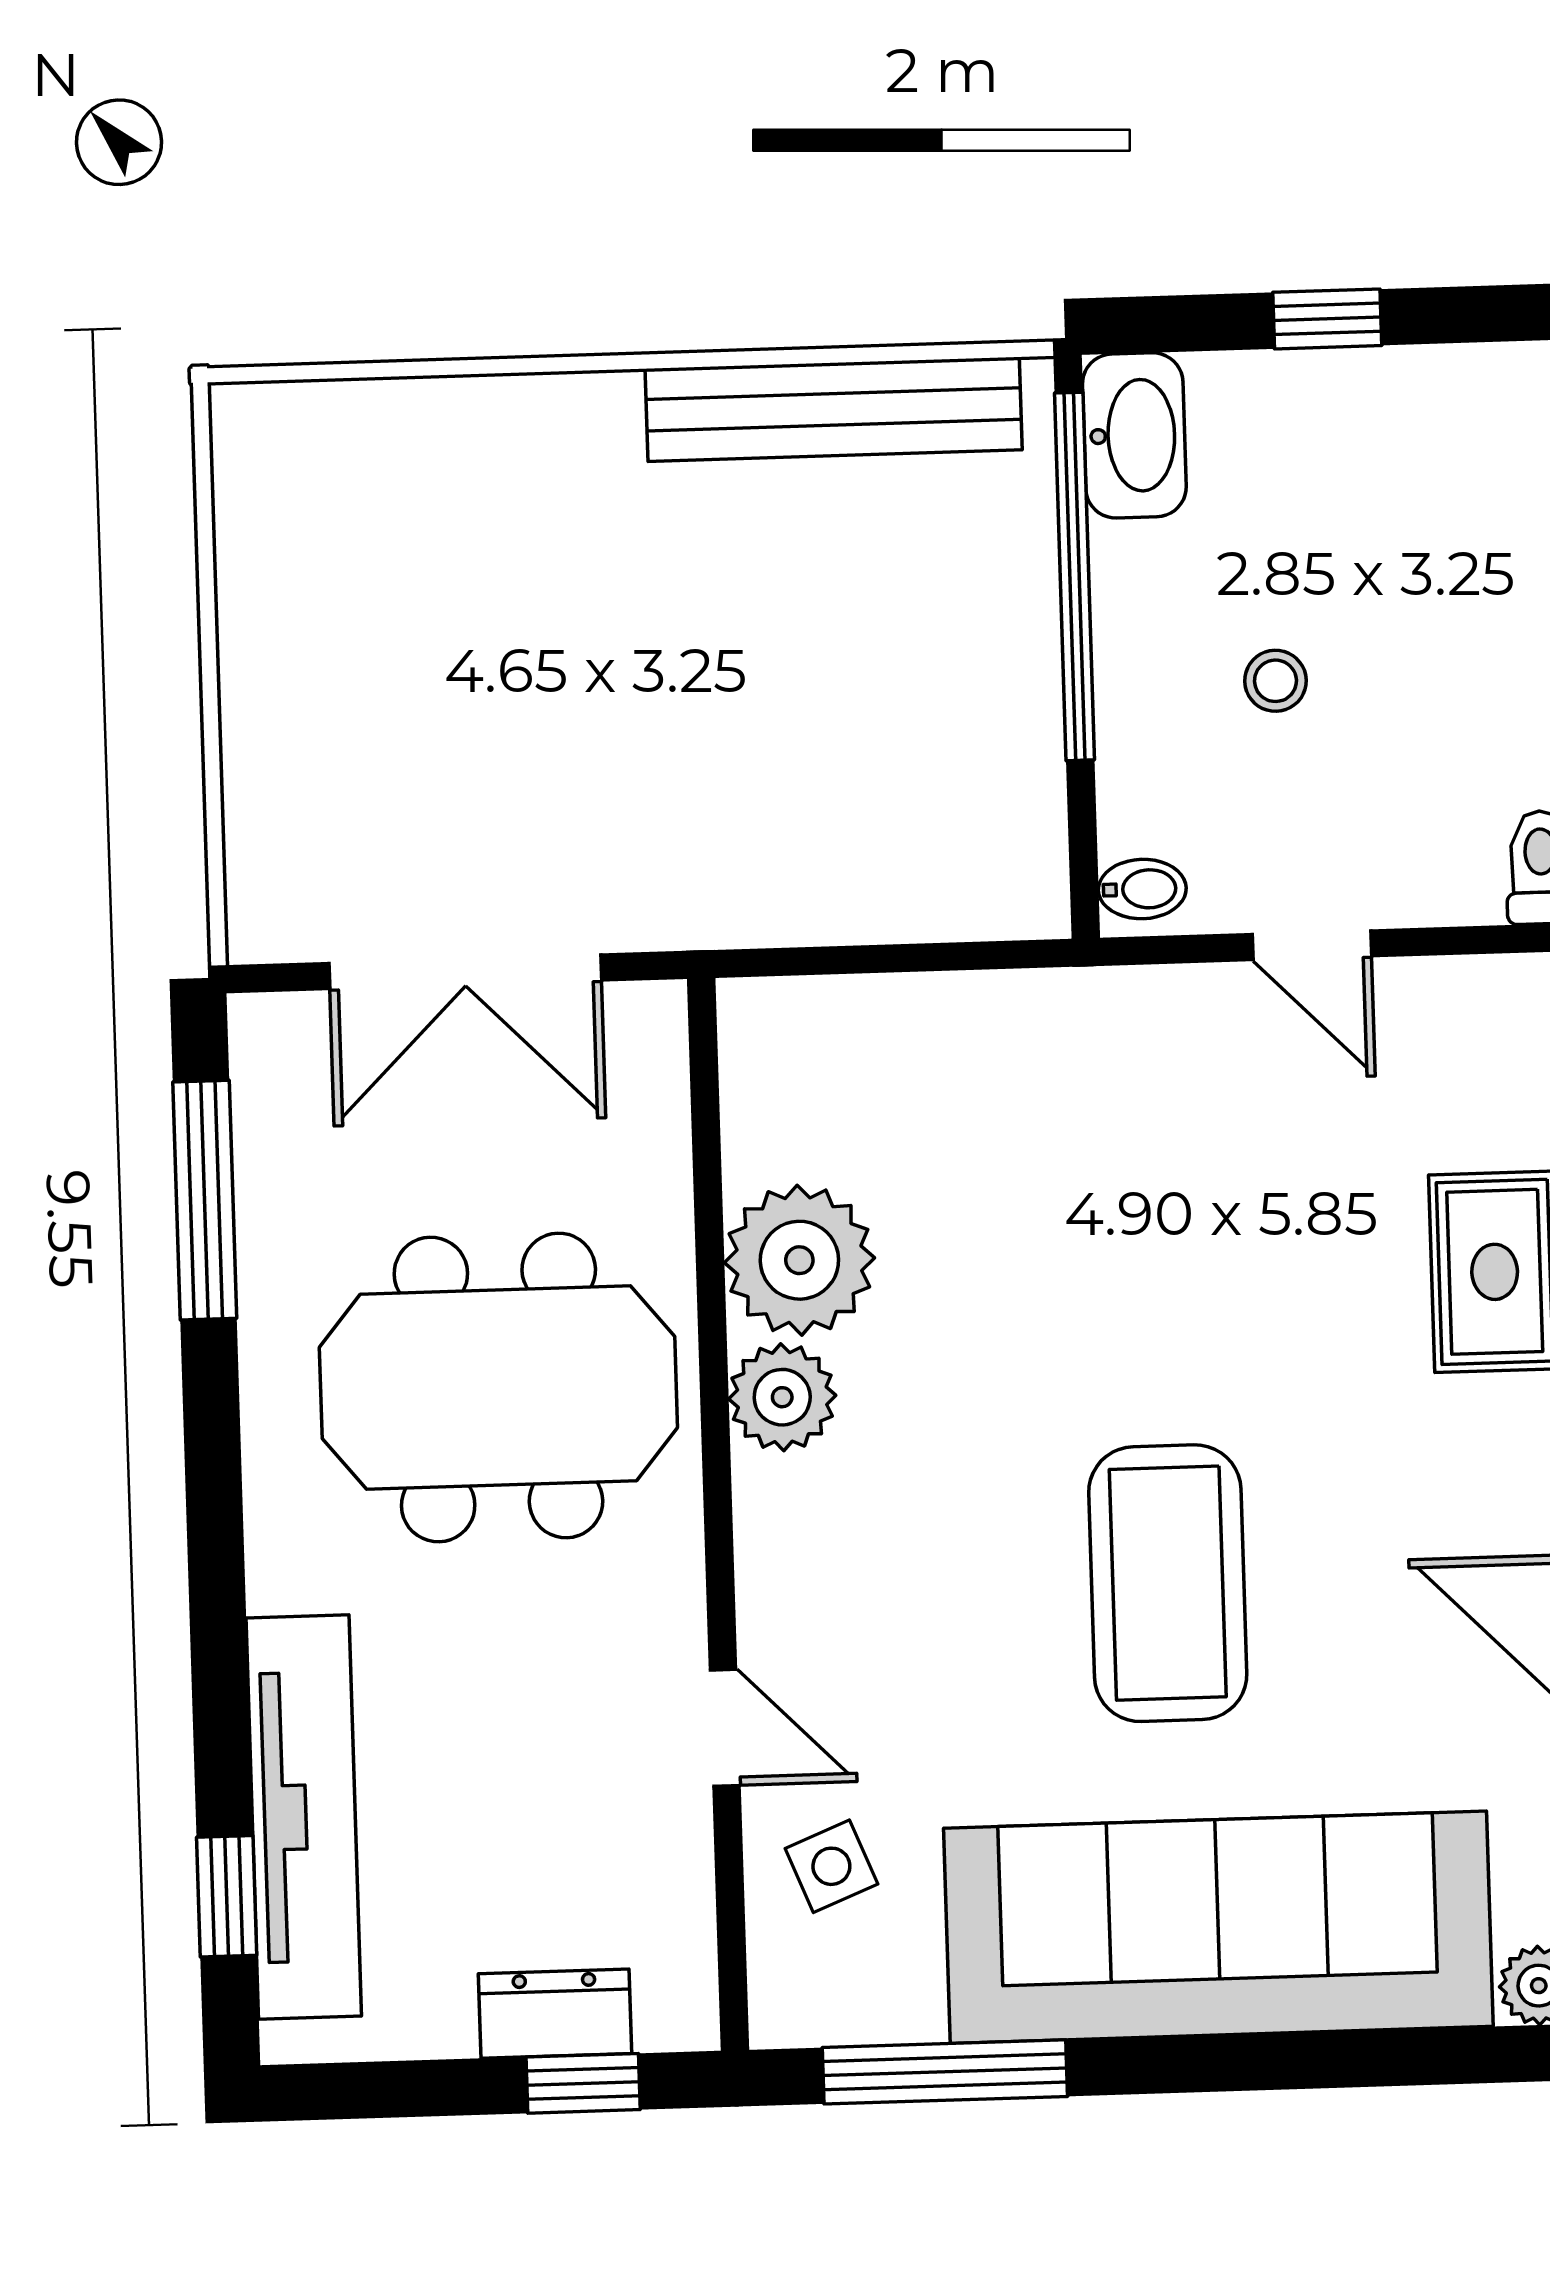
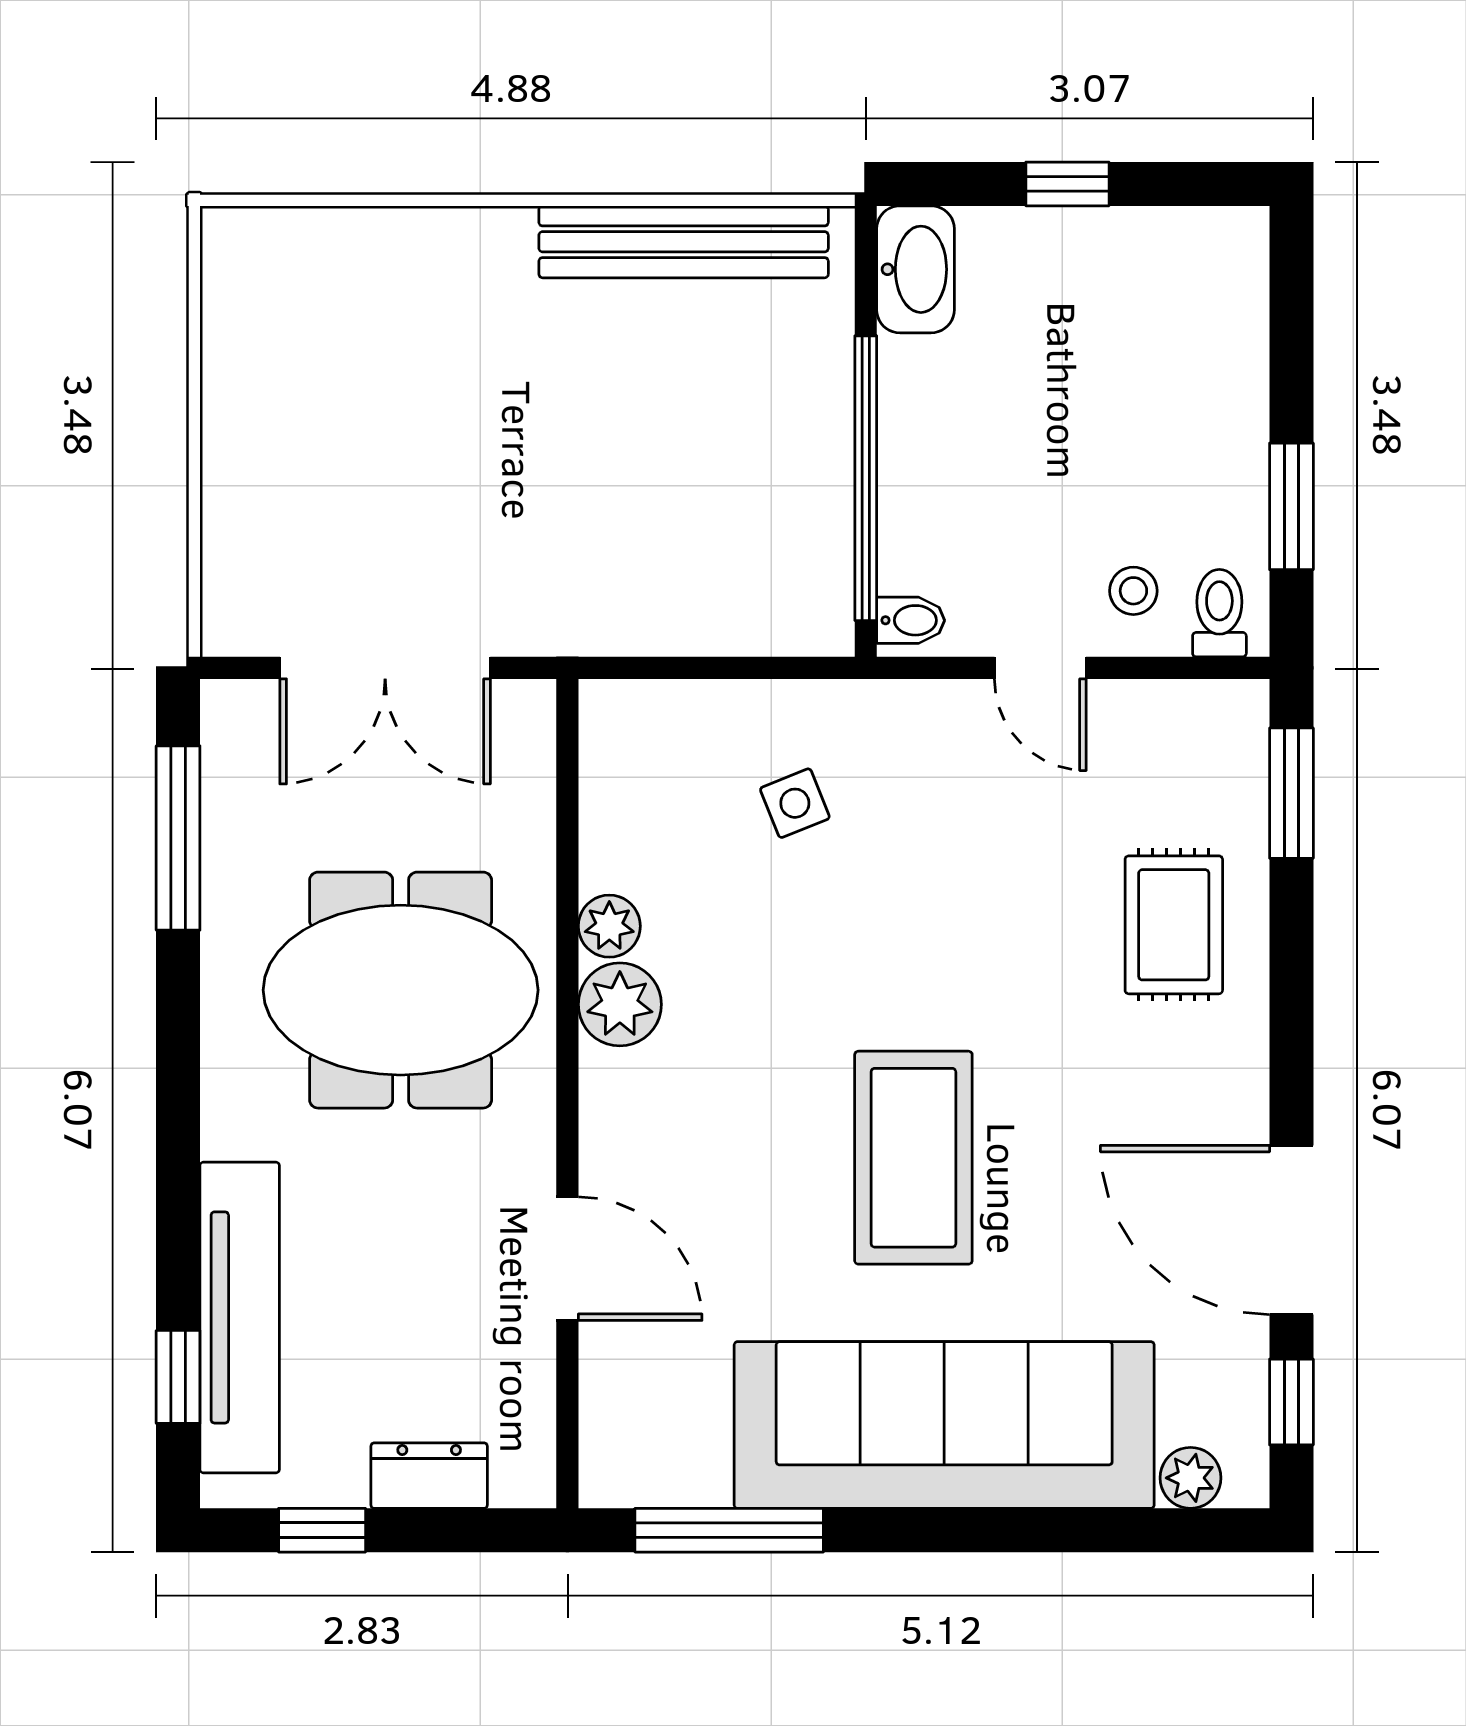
window: (1074, 576) -> (866, 478), moved
stool: (1275, 681) -> (1133, 591), moved
plant: (799, 1260) -> (609, 926), width x0.53, depth x0.53
door: (725, 1728) -> (567, 1259), width x1.38
side table: (831, 1866) -> (795, 803), moved
window: (583, 2083) -> (322, 1530), moved

